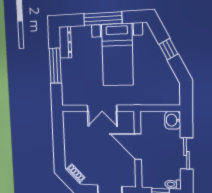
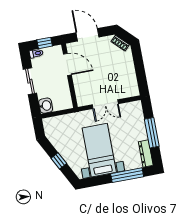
window: (103, 19) -> (127, 175), moved
double door: (102, 108) -> (105, 104), swing flipped
door: (138, 147) -> (67, 64), moved

